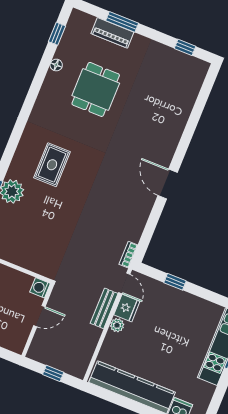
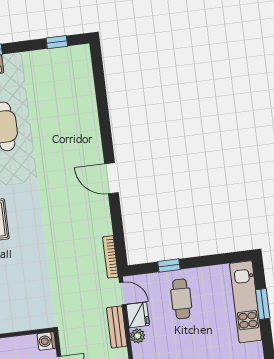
bookcase: (128, 255) -> (110, 257), width x1.56
cafe table: (170, 315) -> (181, 299), added

